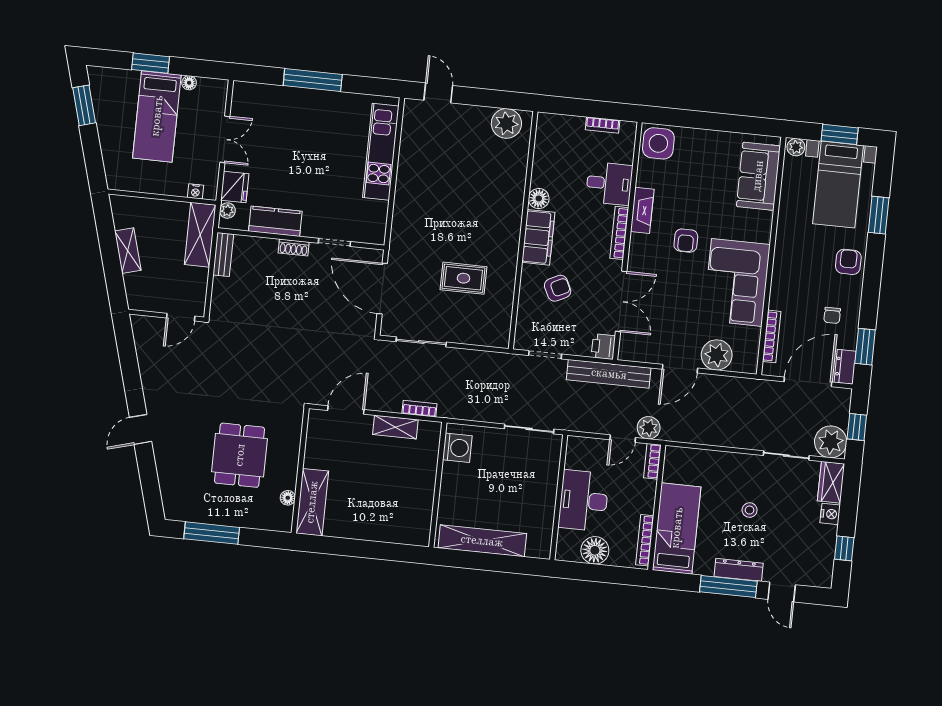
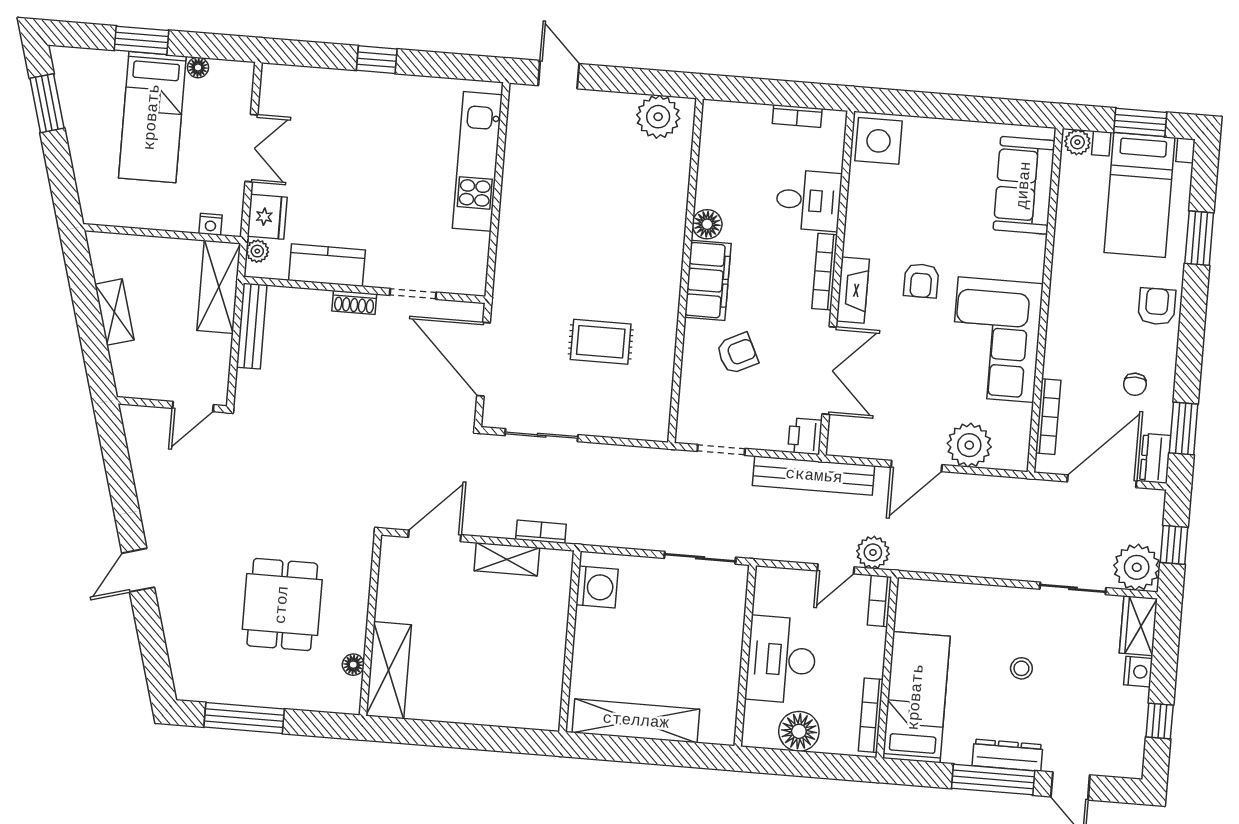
window: (313, 80) -> (377, 60), width x0.46
fireplace: (642, 210) -> (853, 290), moved
bench: (223, 255) -> (252, 326), width x1.36

